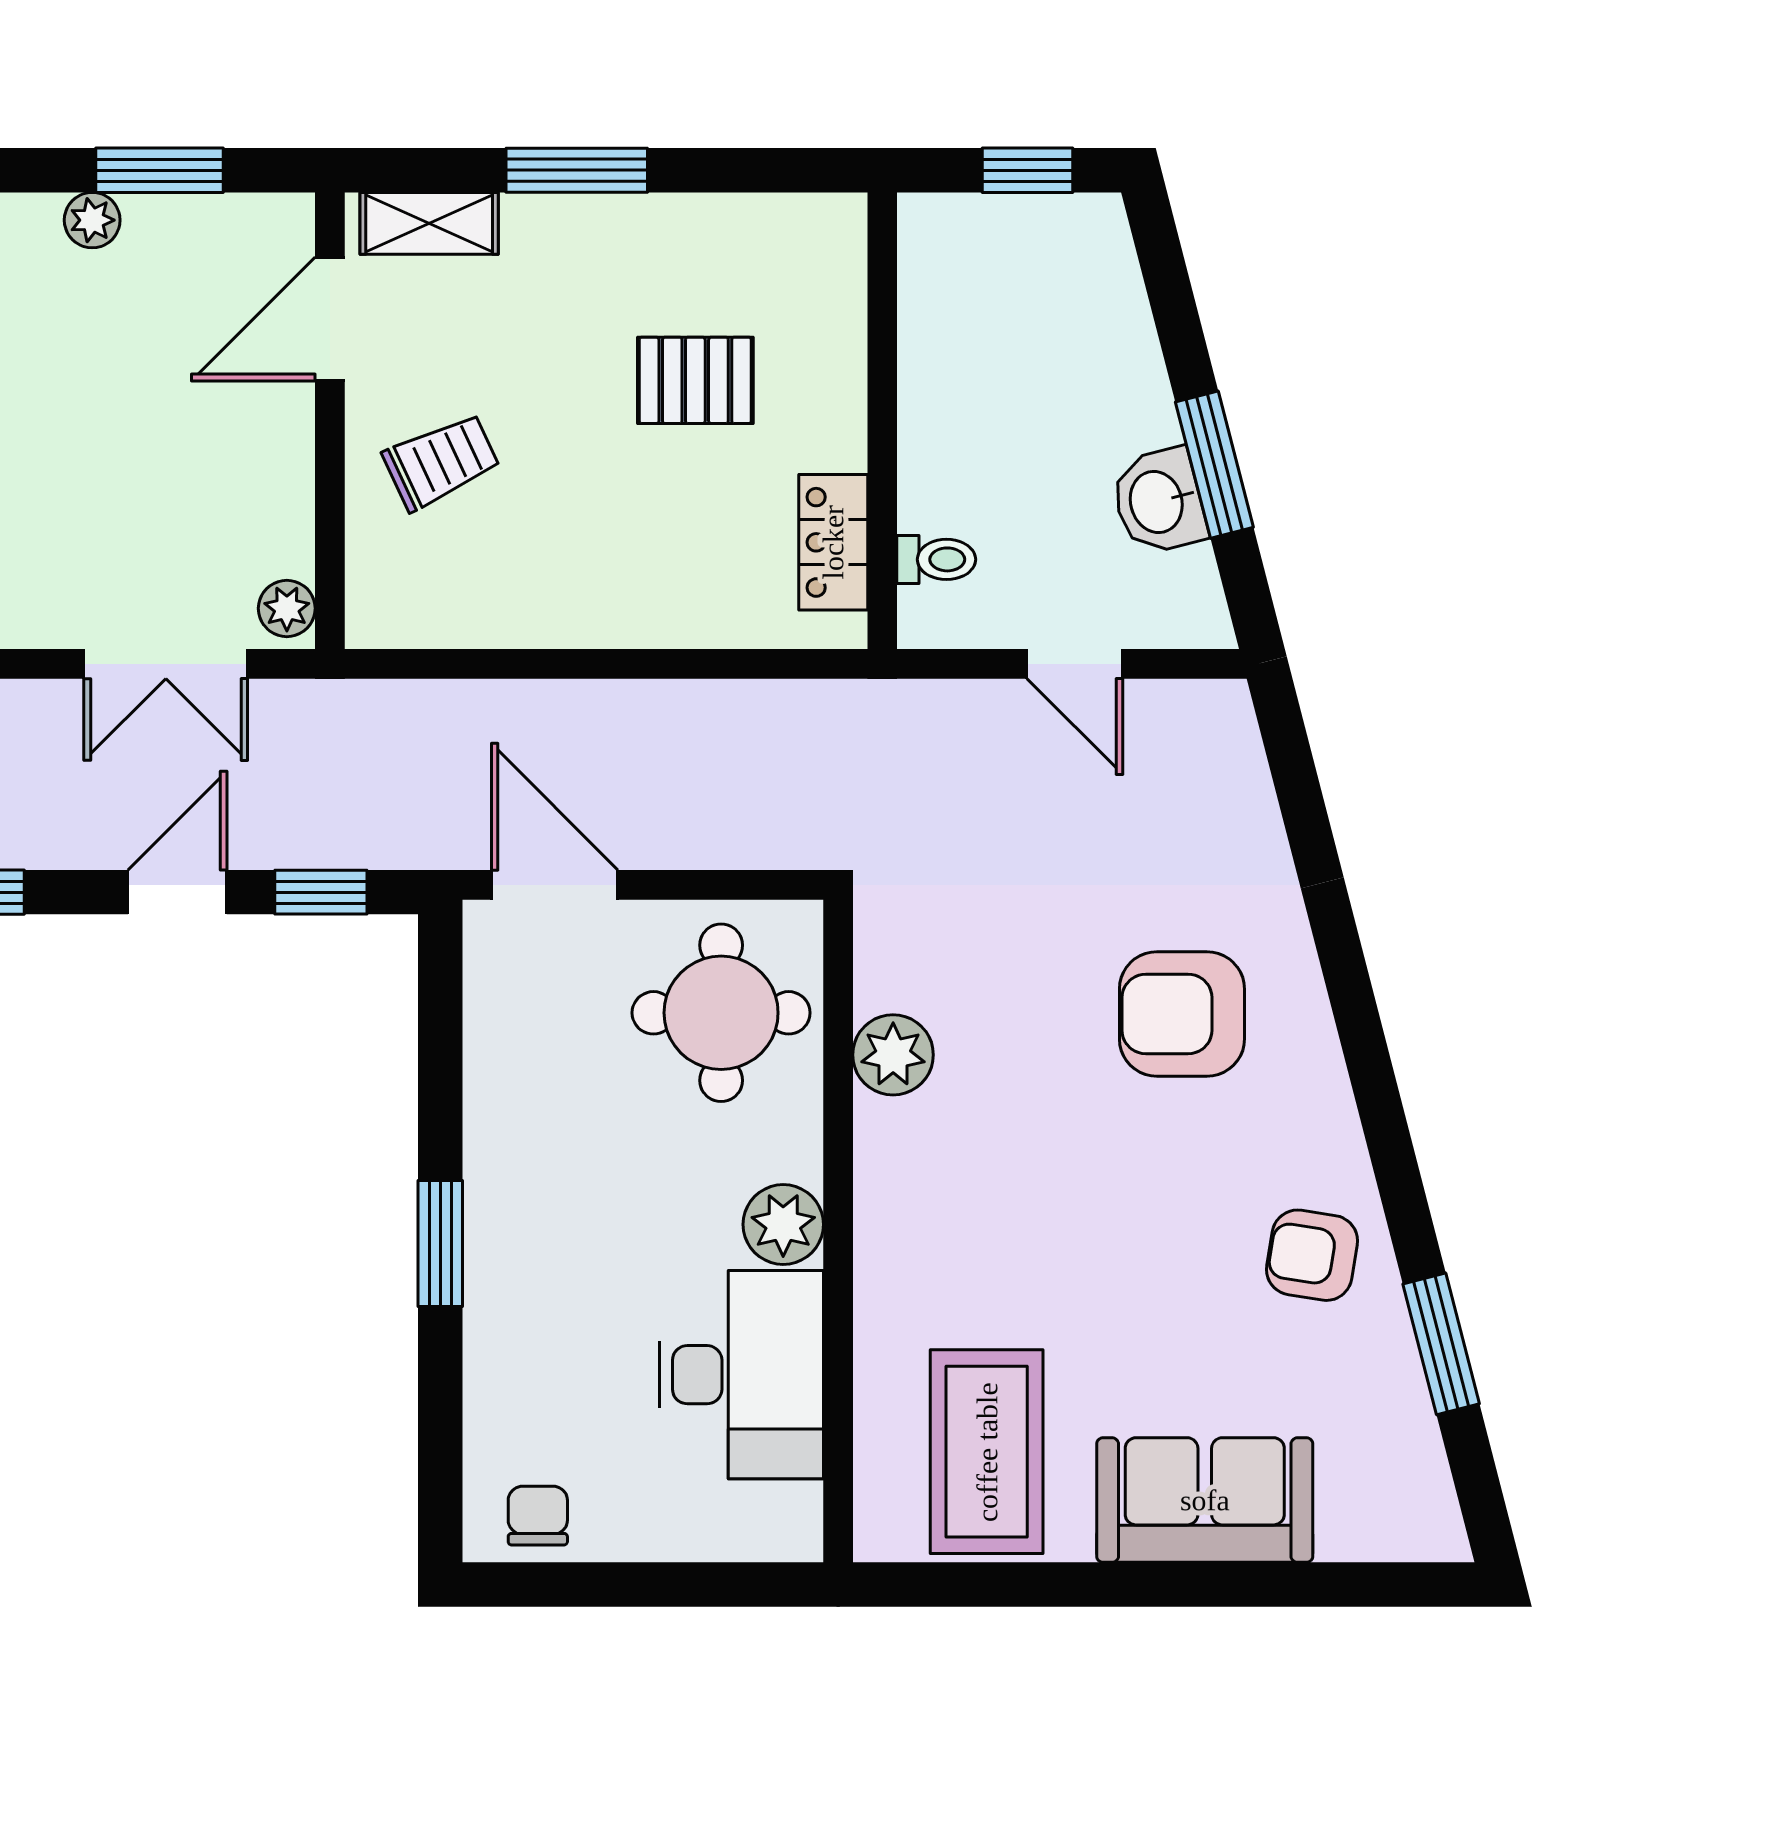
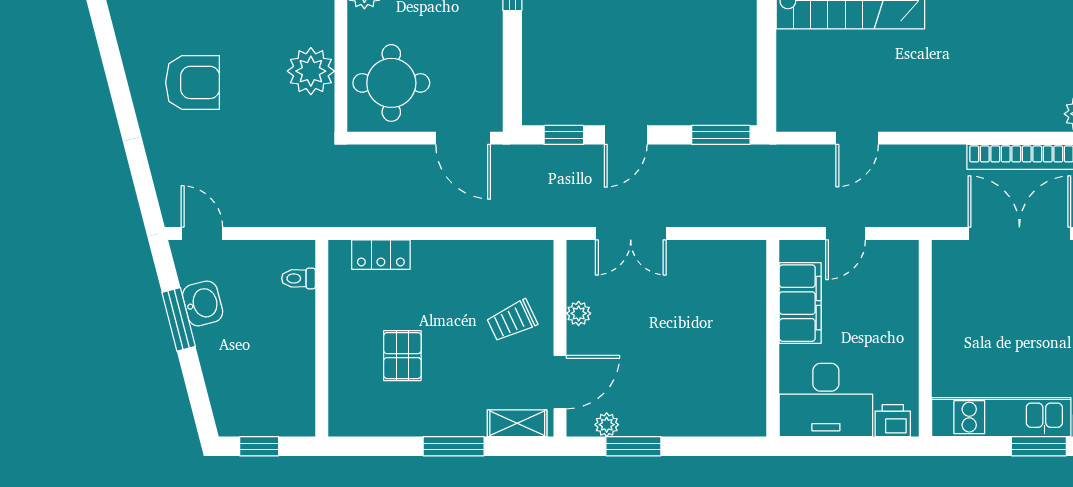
plant: (92, 220) -> (607, 425), moved
pallet: (695, 380) -> (402, 356), turned 90
locker: (833, 542) -> (381, 255), moved, turned 90
plant: (287, 608) -> (579, 313), moved
double door: (166, 664) -> (631, 233), swing flipped
door: (1075, 664) -> (202, 233), moved
plant: (893, 1055) -> (311, 71), width x1.36, depth x1.36

